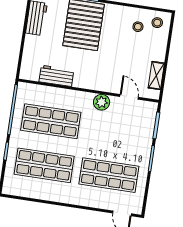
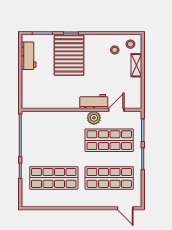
workbench: (56, 76) -> (94, 101), moved
shelving: (156, 76) -> (136, 65), moved
door: (129, 97) -> (116, 110), hinge flipped
shop shelf: (51, 121) -> (109, 140), moved

